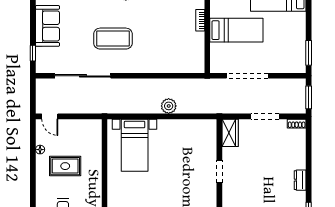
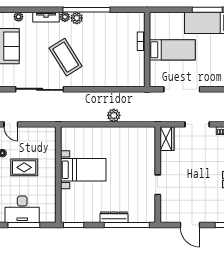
coffee table: (113, 39) -> (66, 57), turned 58
bed with nightstands: (135, 145) -> (83, 170), moved, turned -90
doorway: (219, 171) -> (158, 185), moved

